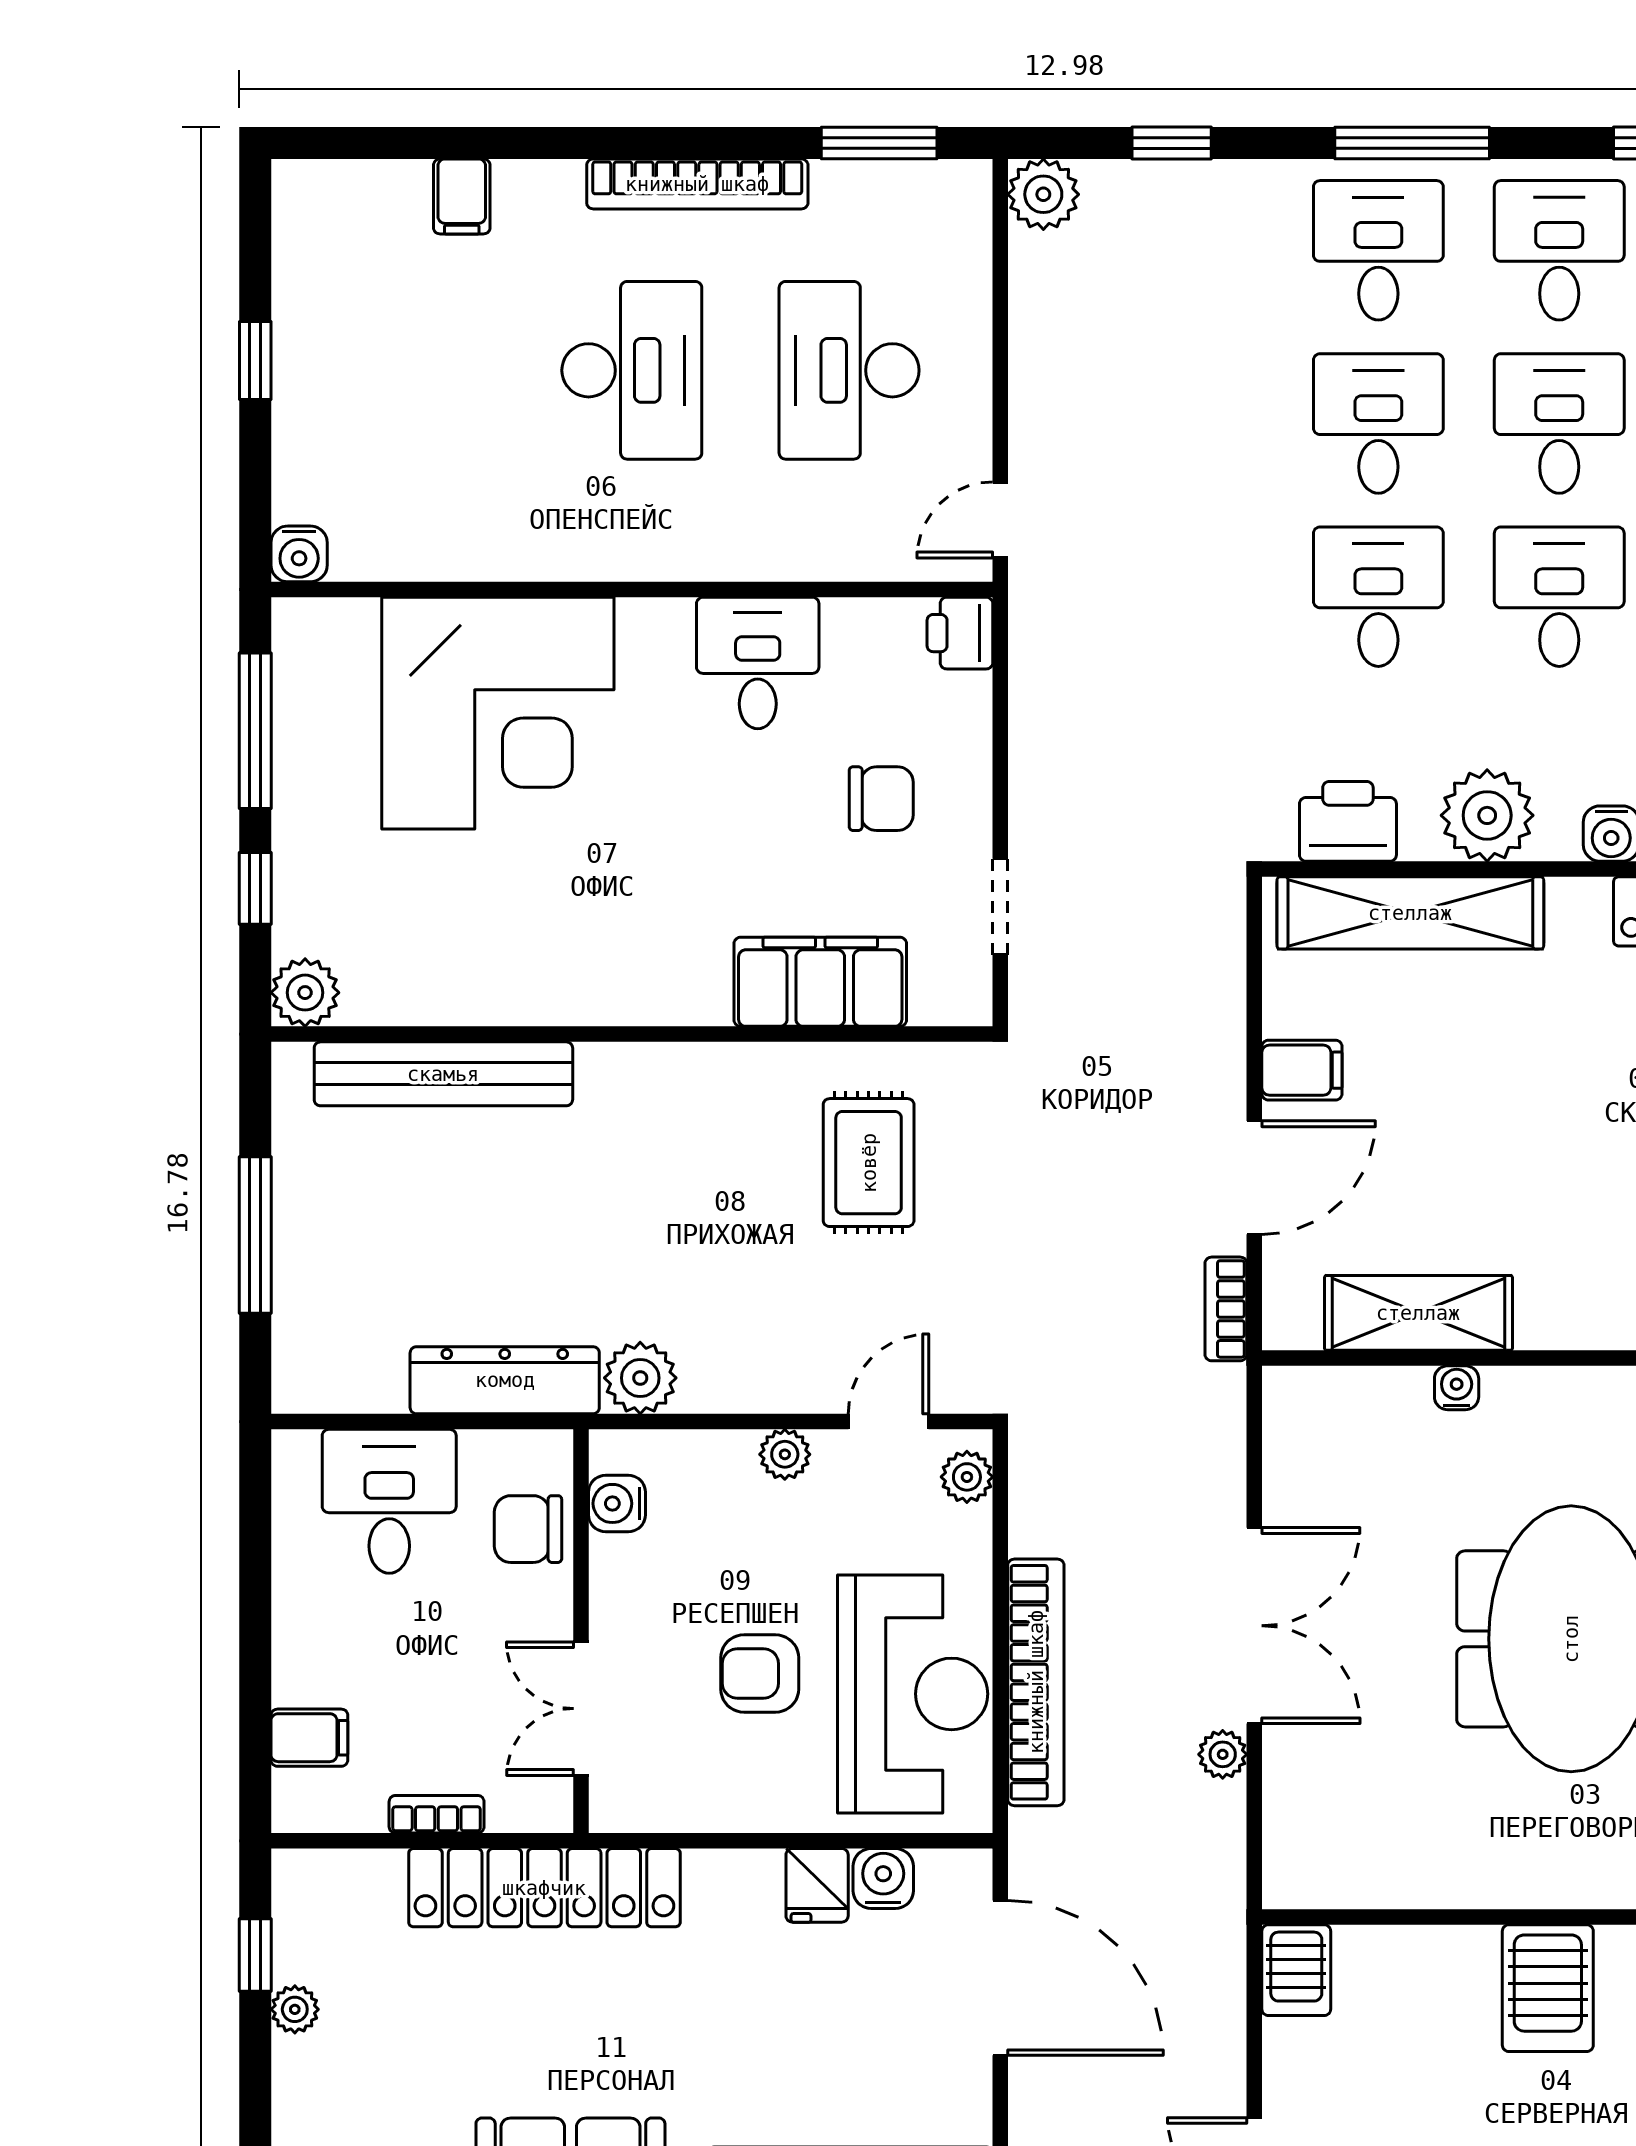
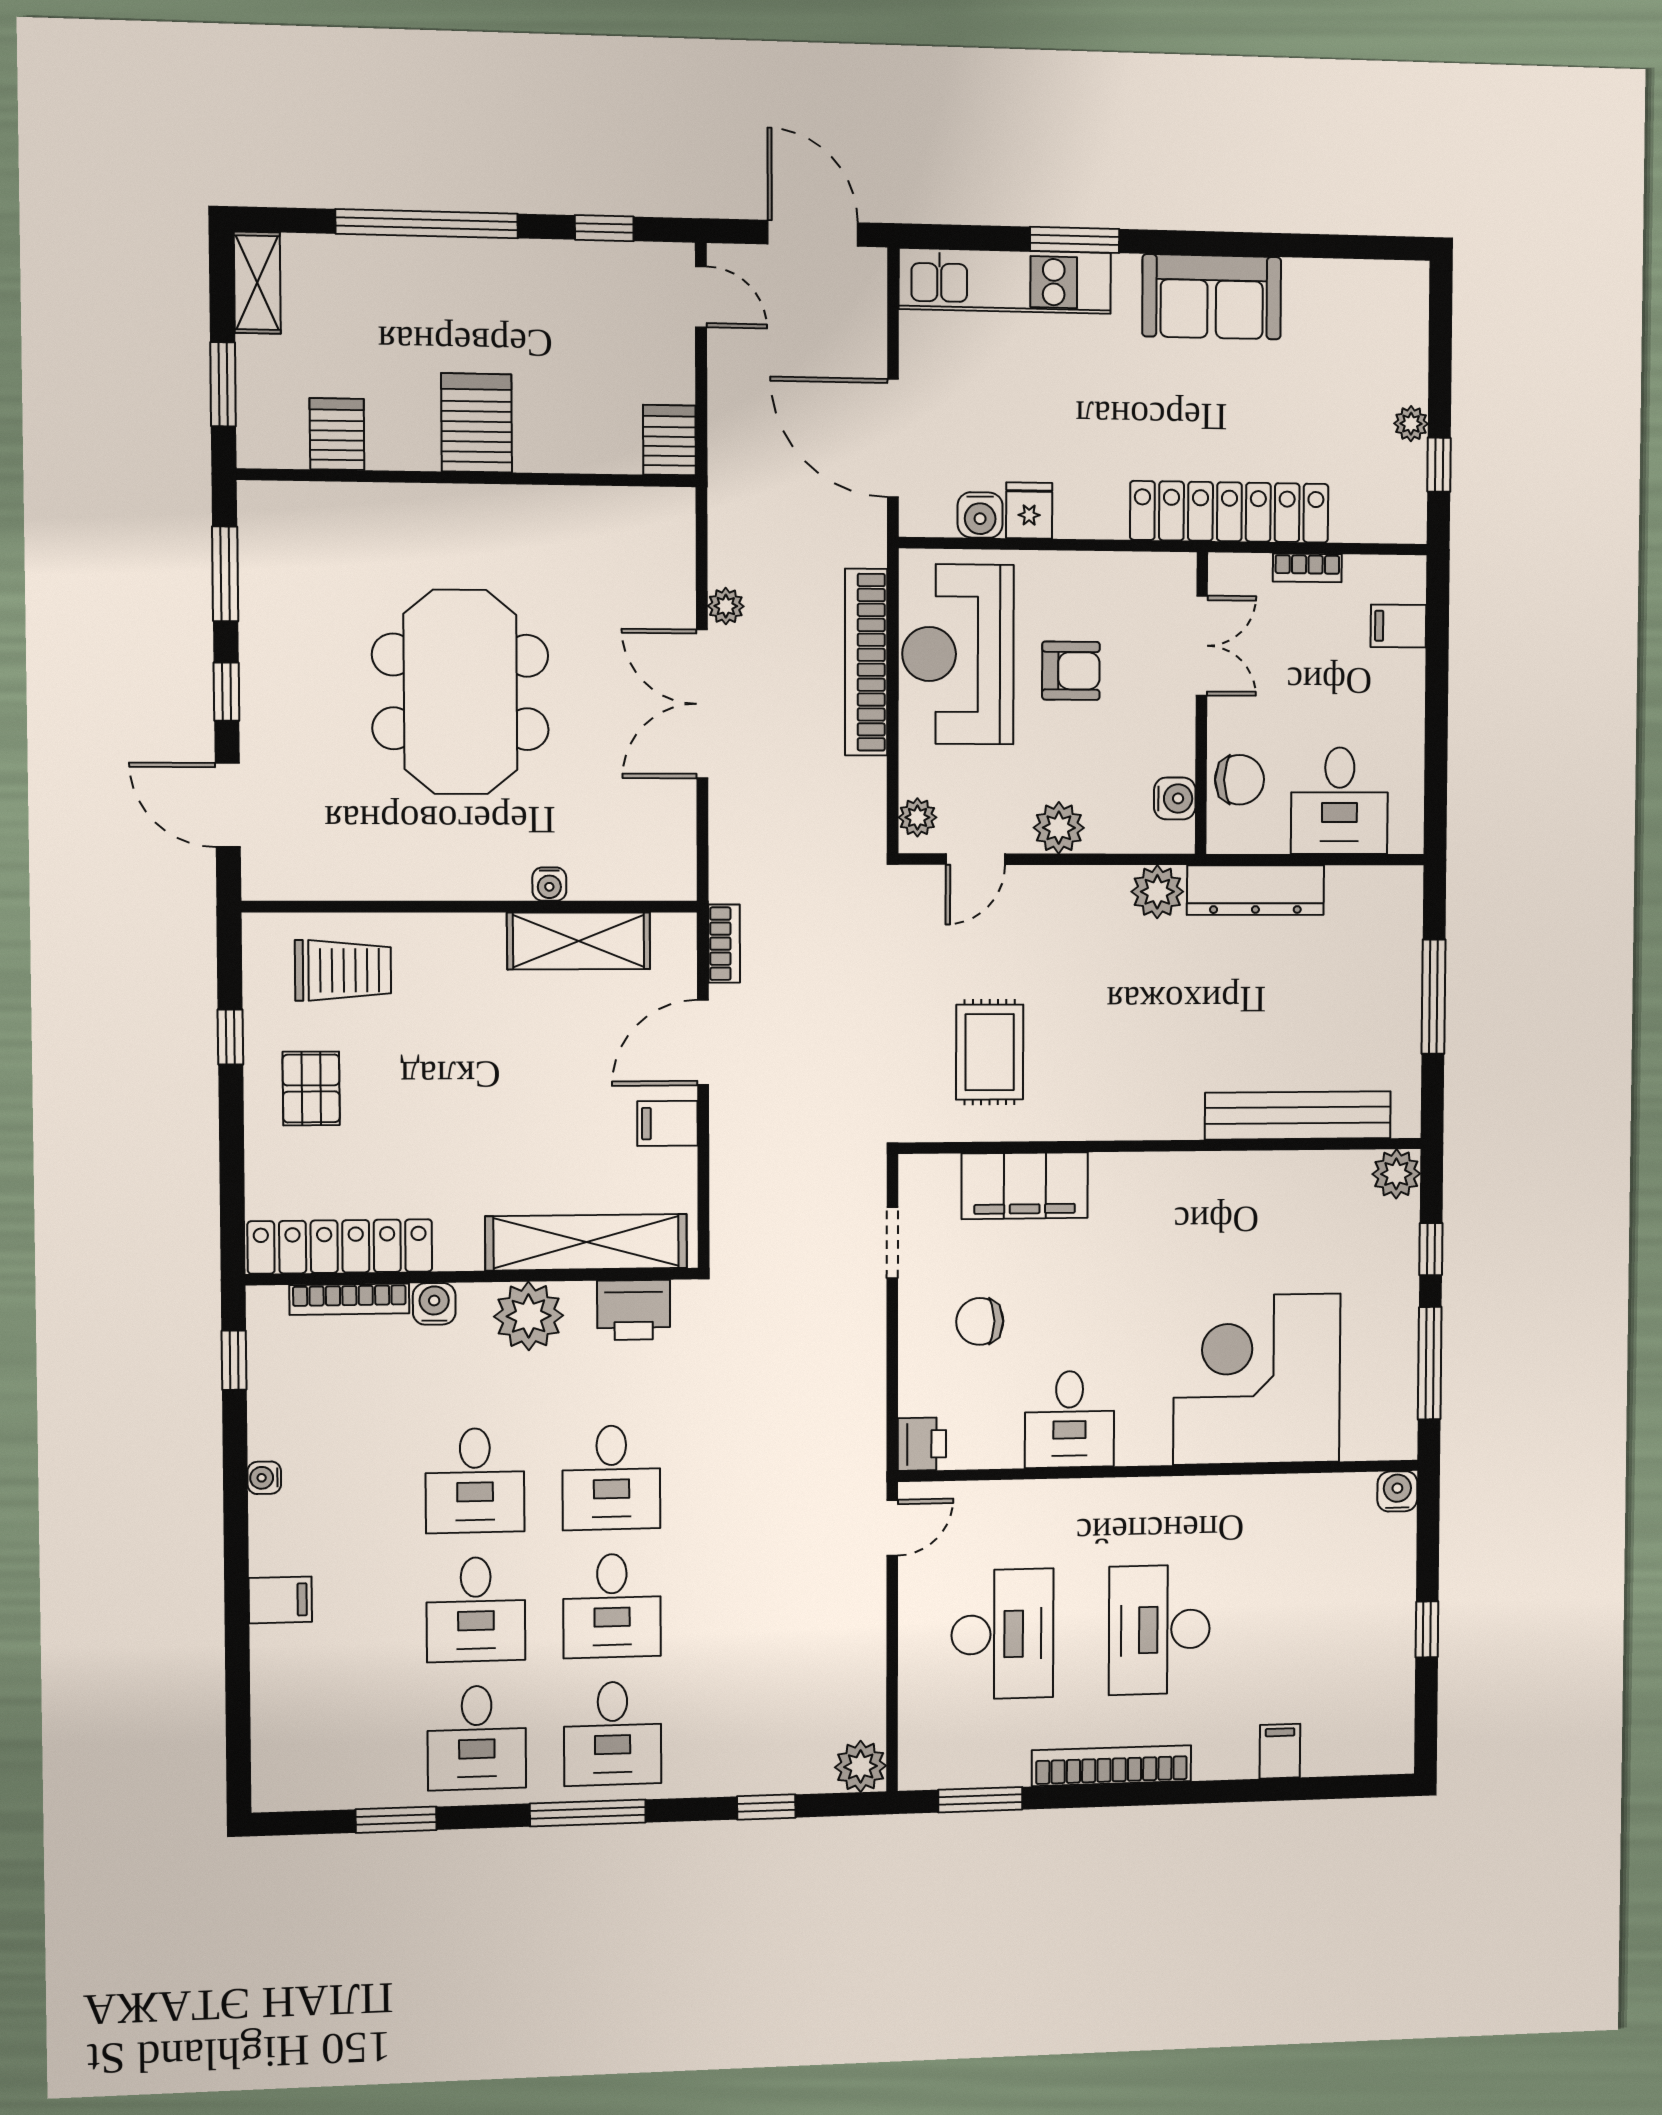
plant: (785, 1454) -> (1059, 828), width x1.38, depth x1.38

